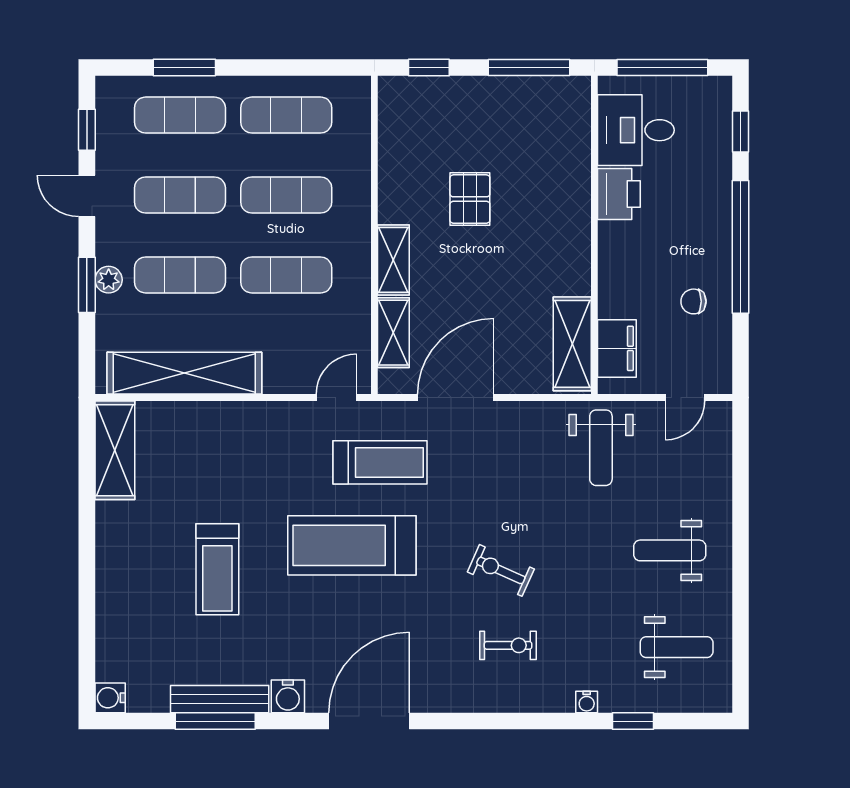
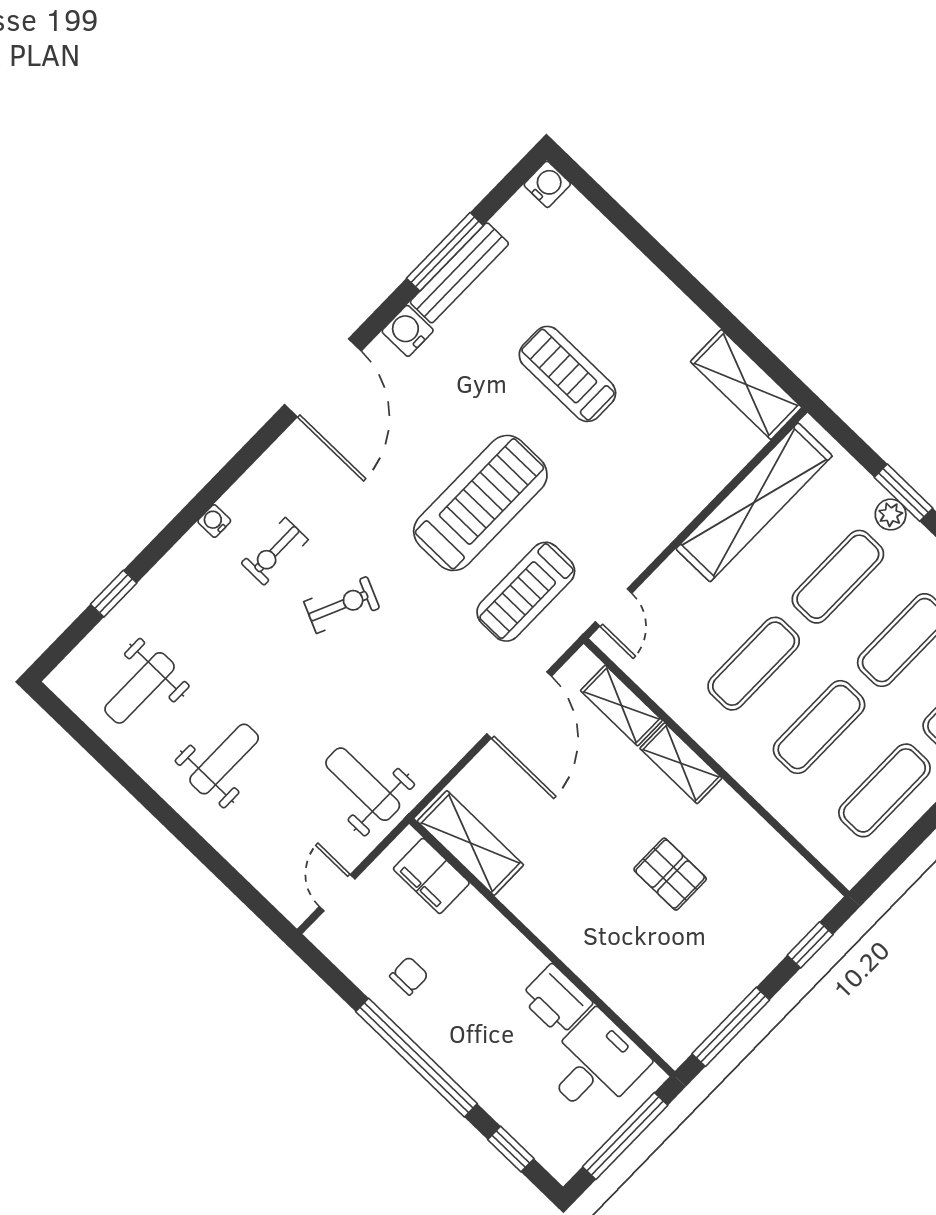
water cooler: (587, 702) -> (214, 521), moved

